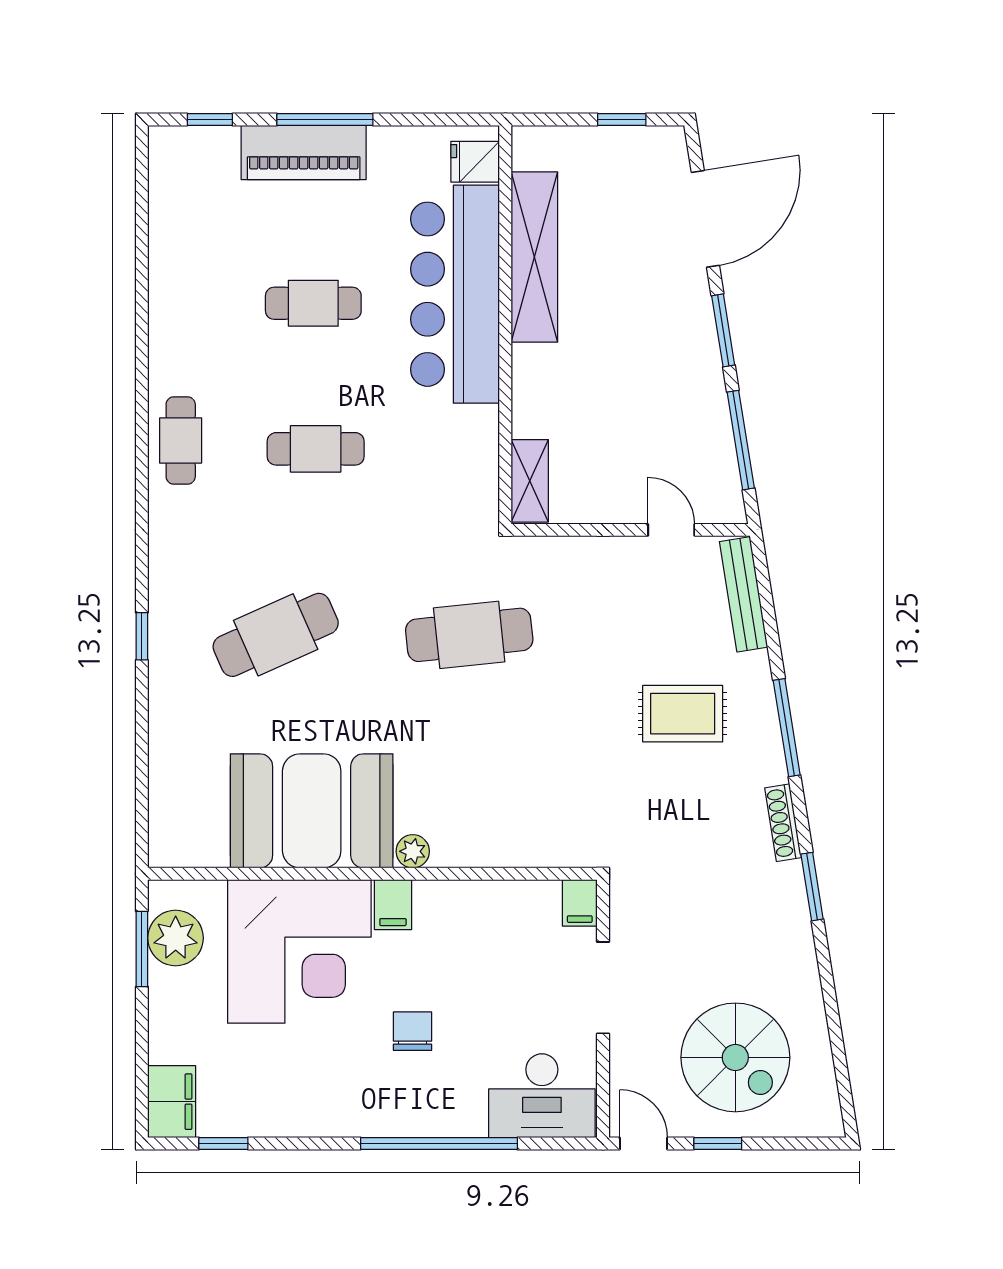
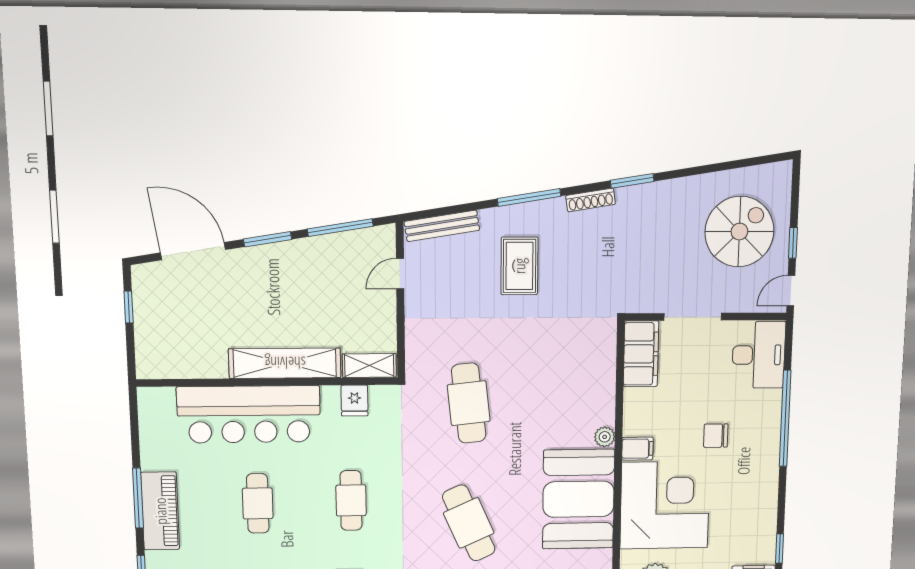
fridge: (475, 162) -> (355, 401), moved
shelving: (534, 257) -> (285, 363), moved
filing cabinet: (580, 903) -> (641, 354), width x3.00, depth x1.17

